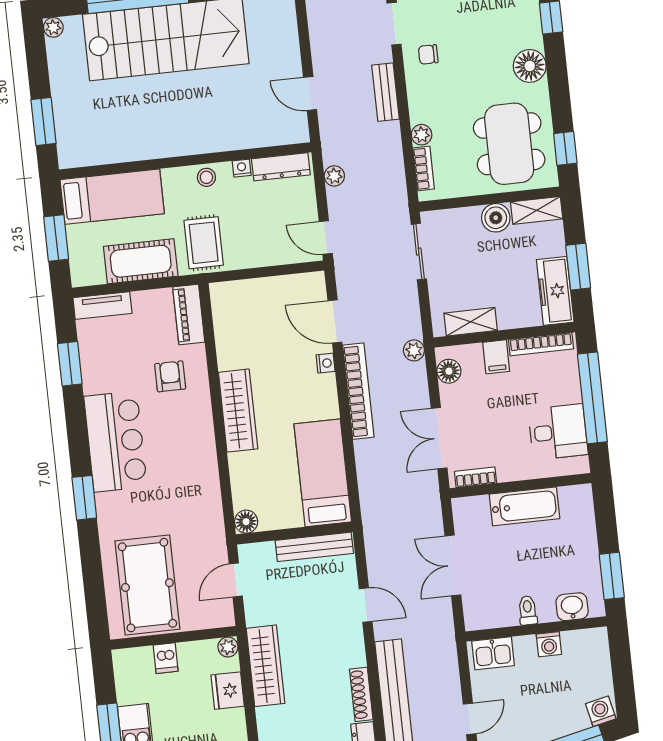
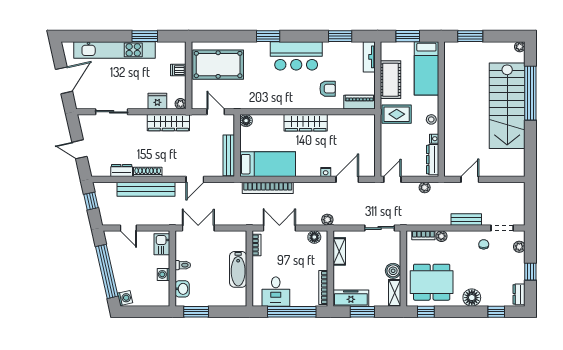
filing cabinet: (496, 357) -> (319, 263), removed
bookcase: (358, 391) -> (268, 188), moved
double door: (453, 565) -> (198, 228), moved

